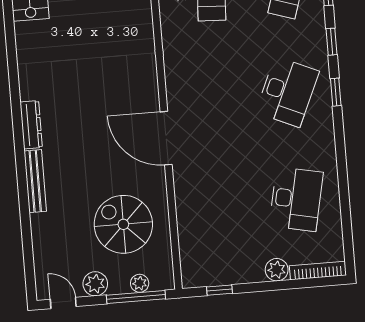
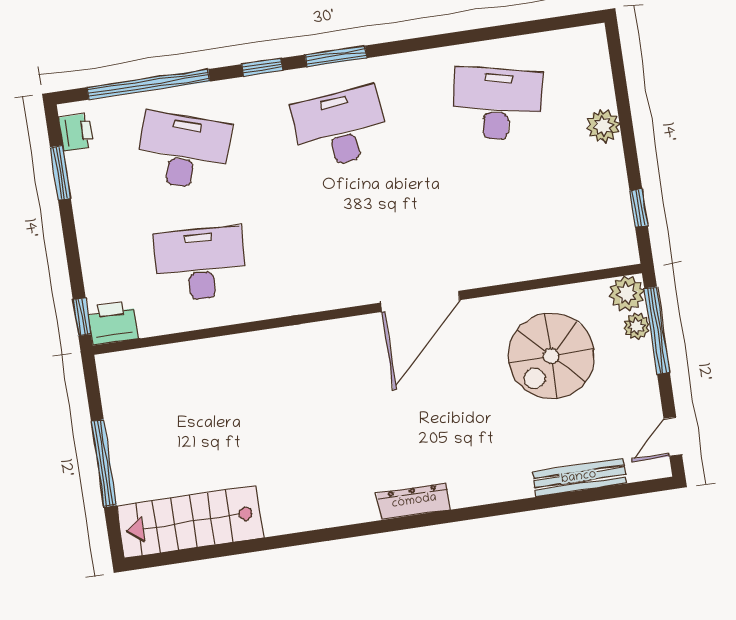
desk: (287, 92) -> (340, 128), turned -30
window: (336, 92) -> (336, 56), width x1.50
bench: (35, 181) -> (579, 477), moved
bookcase: (318, 270) -> (600, 65), removed
plant: (95, 284) -> (627, 293), moved

